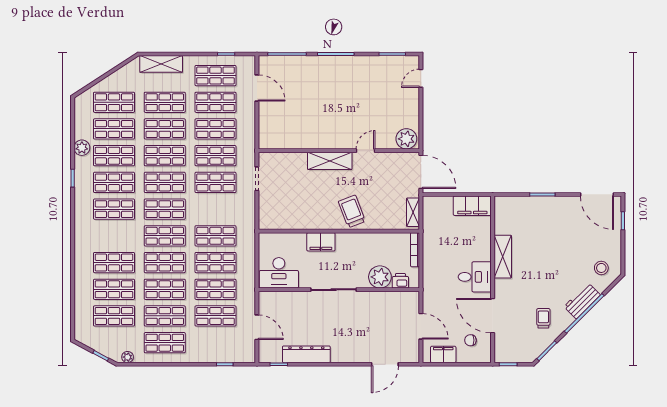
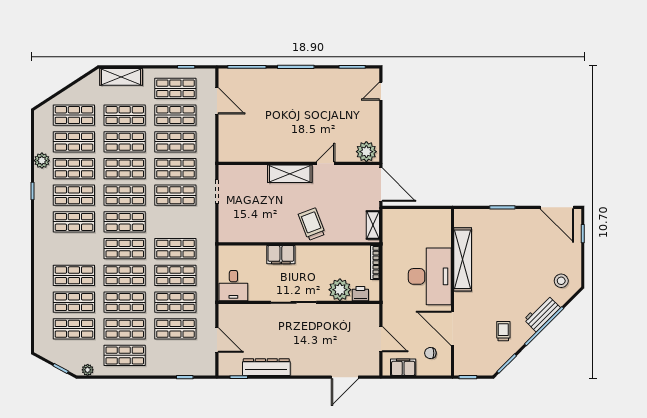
filing cabinet: (472, 206) -> (432, 219), removed
shelving: (503, 257) -> (463, 259), width x1.47
desk: (279, 273) -> (233, 286), width x0.73
desk: (475, 277) -> (430, 276), width x1.87, depth x1.30

